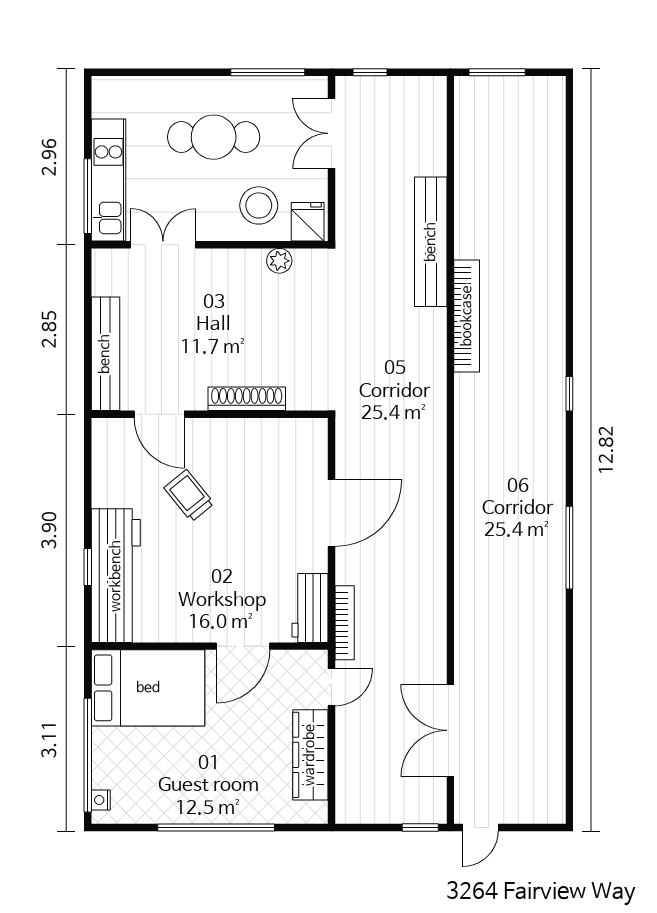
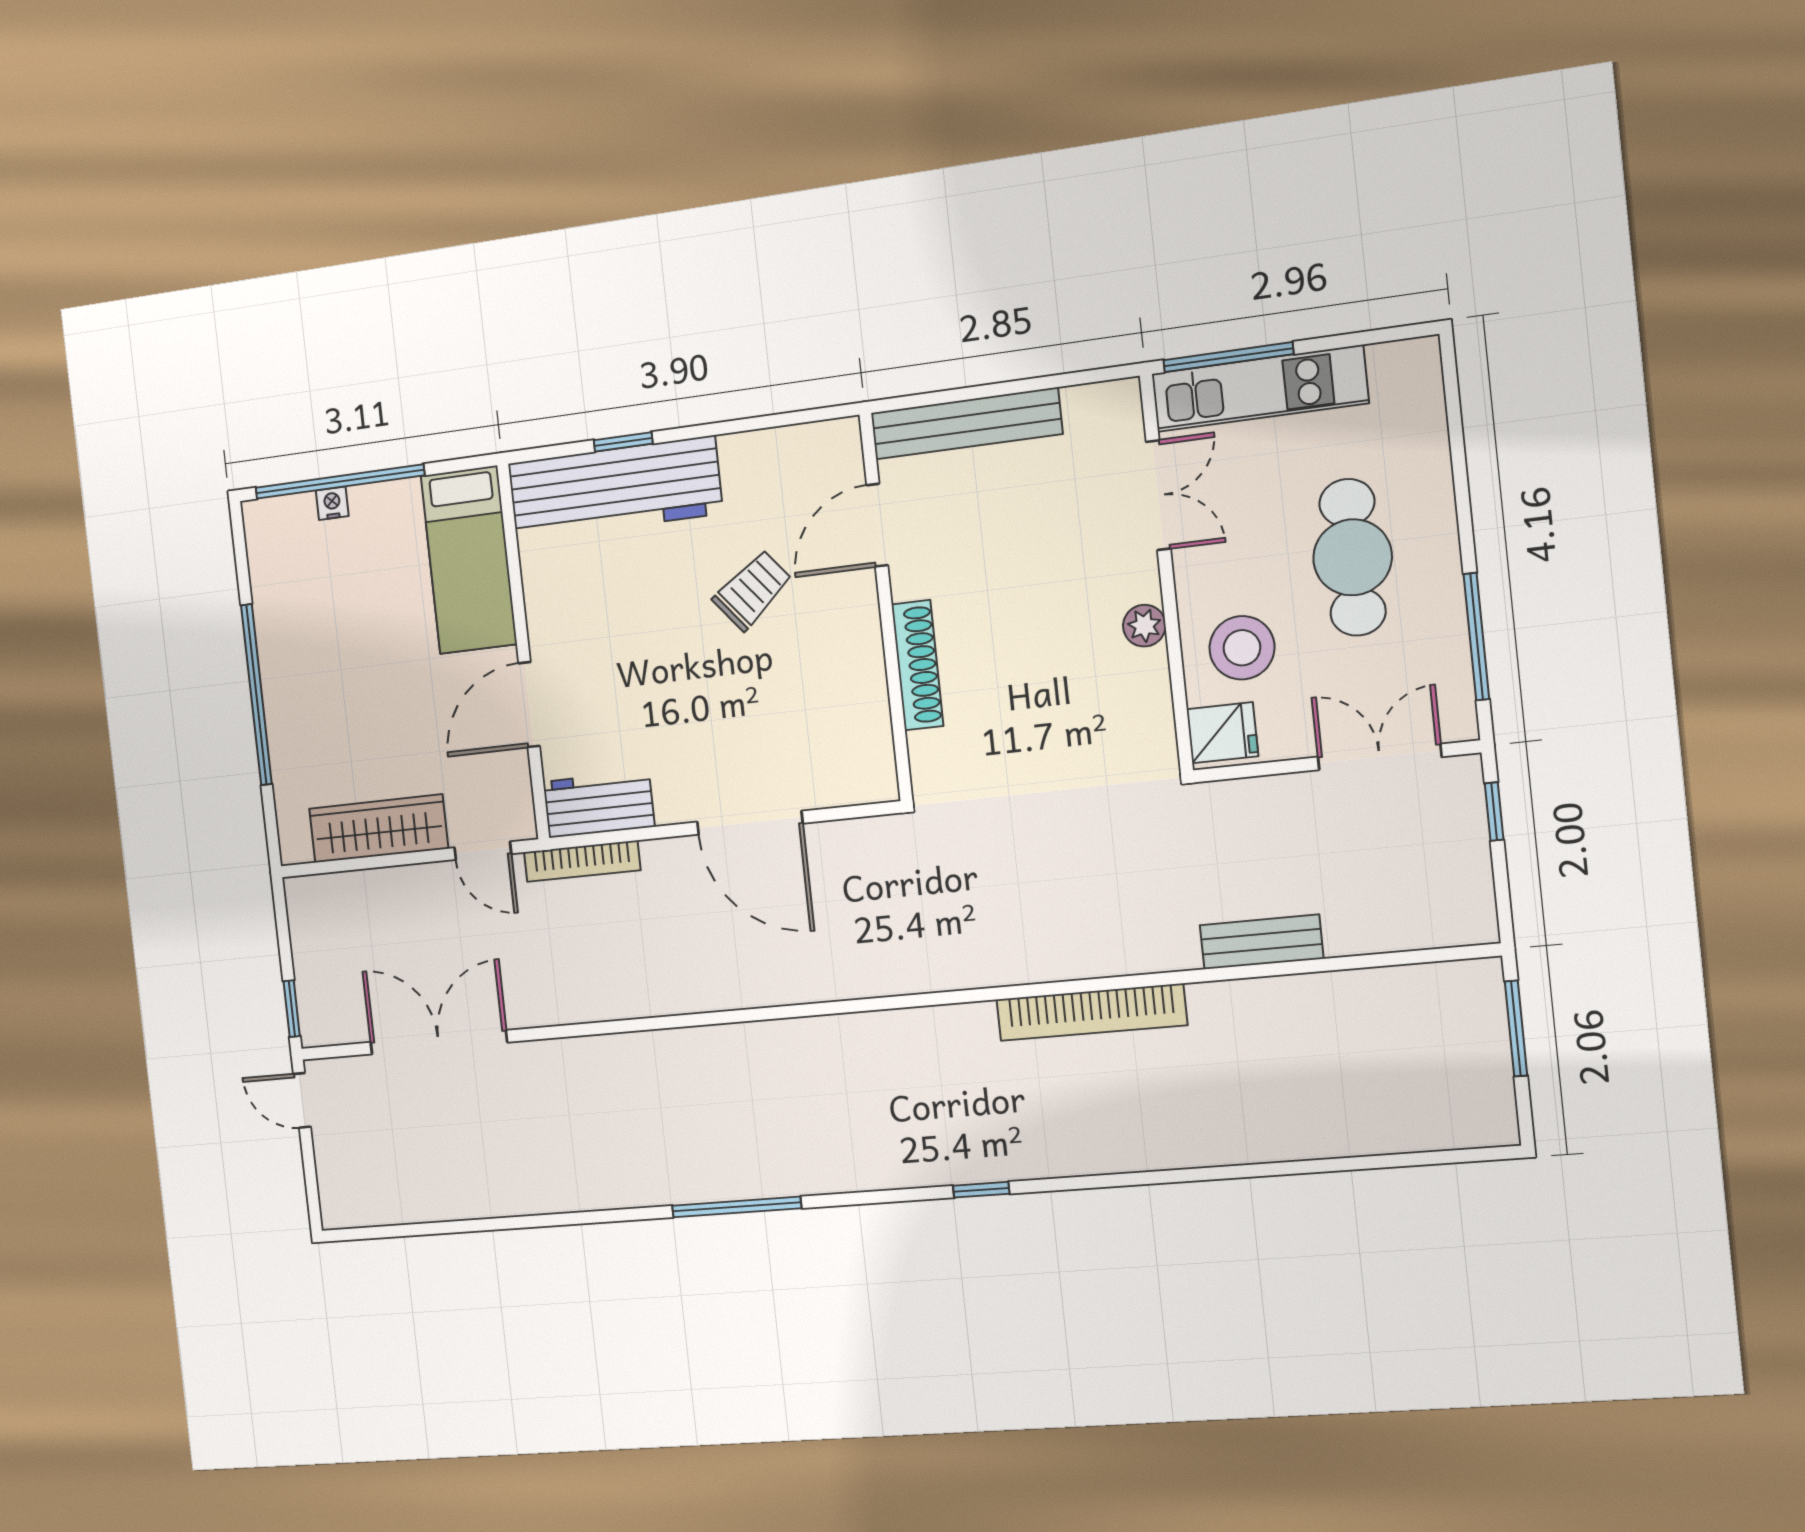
bench: (431, 242) -> (1261, 942), width x0.54, depth x0.82
plant: (279, 261) -> (1144, 626), moved
door: (243, 646) -> (529, 705), hinge flipped
bed: (148, 688) -> (469, 560), width x0.67
nightstand: (101, 800) -> (332, 503), moved

